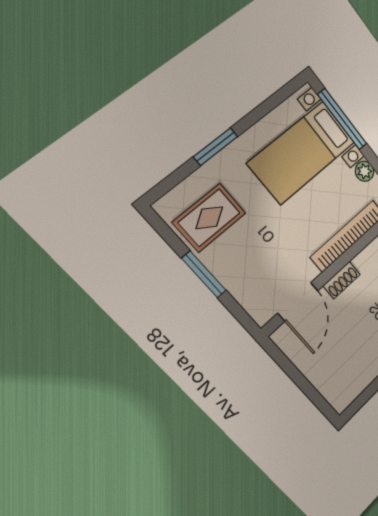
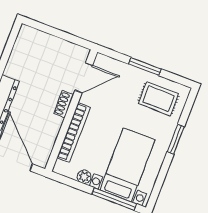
rug: (209, 218) -> (158, 99), turned 90
door: (298, 302) -> (84, 78), swing flipped

